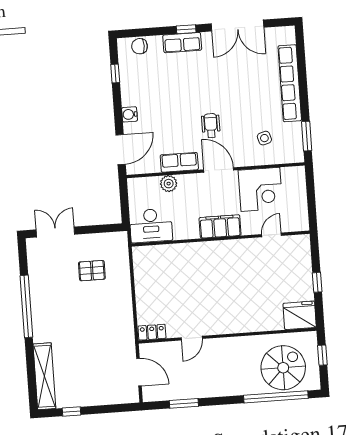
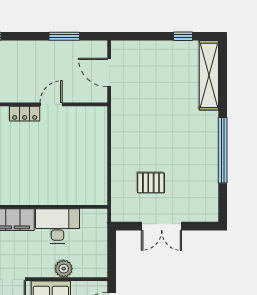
desk: (151, 226) -> (58, 226), moved
double door: (55, 232) -> (162, 226), moved
locker: (152, 332) -> (25, 114), moved

